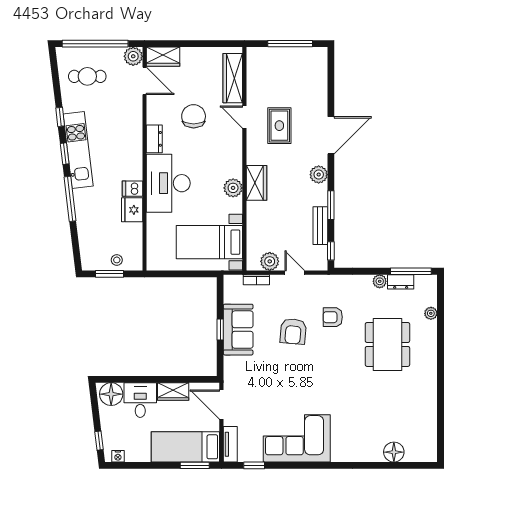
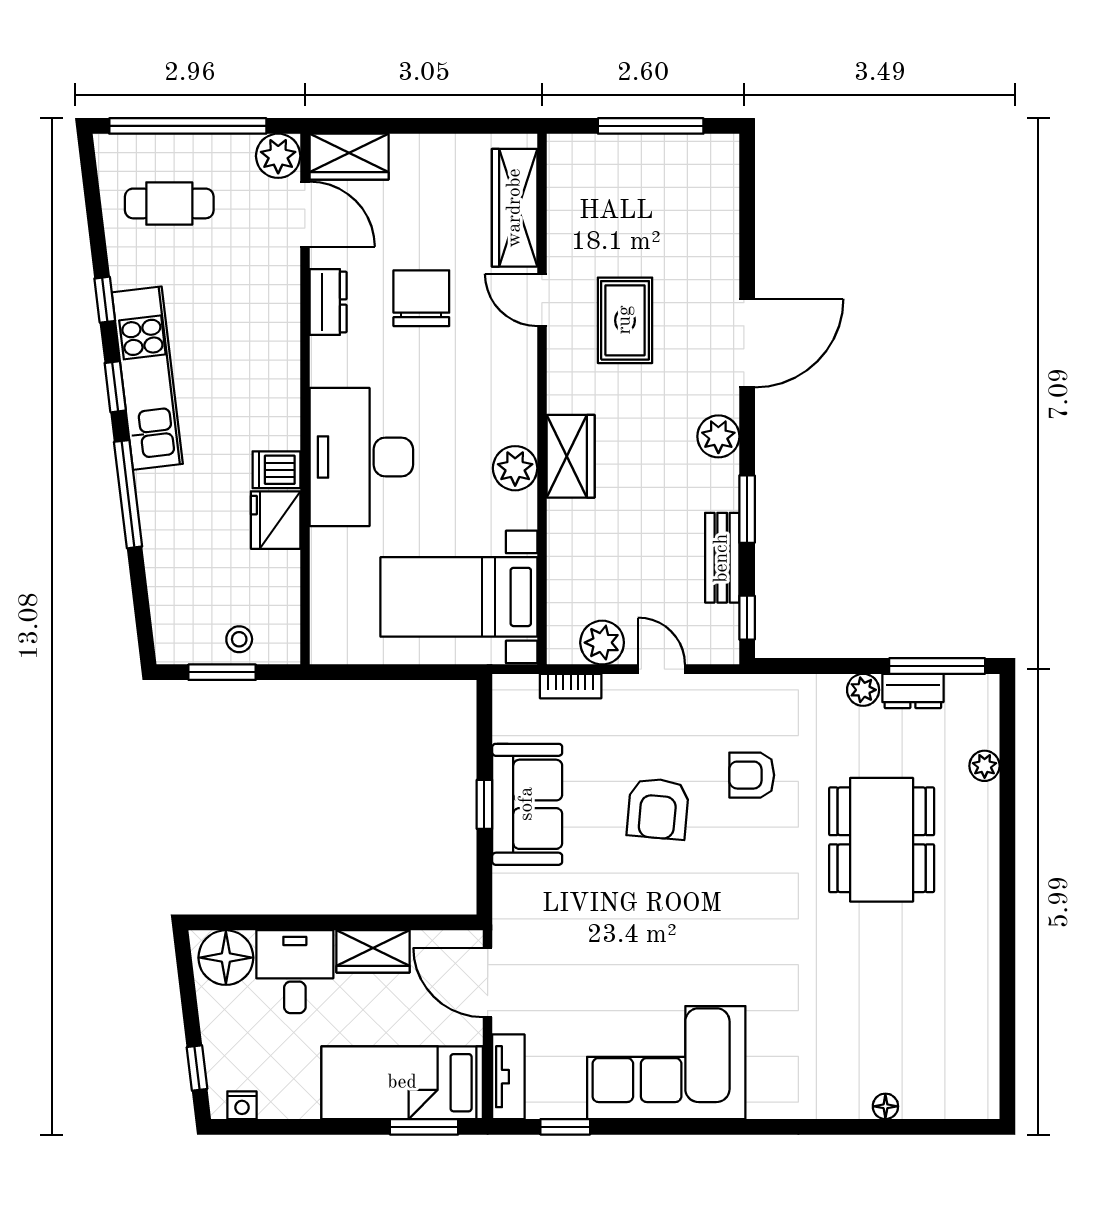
dresser: (154, 139) -> (328, 302), moved
floor lamp: (394, 452) -> (885, 1106), width x0.53, depth x0.53

